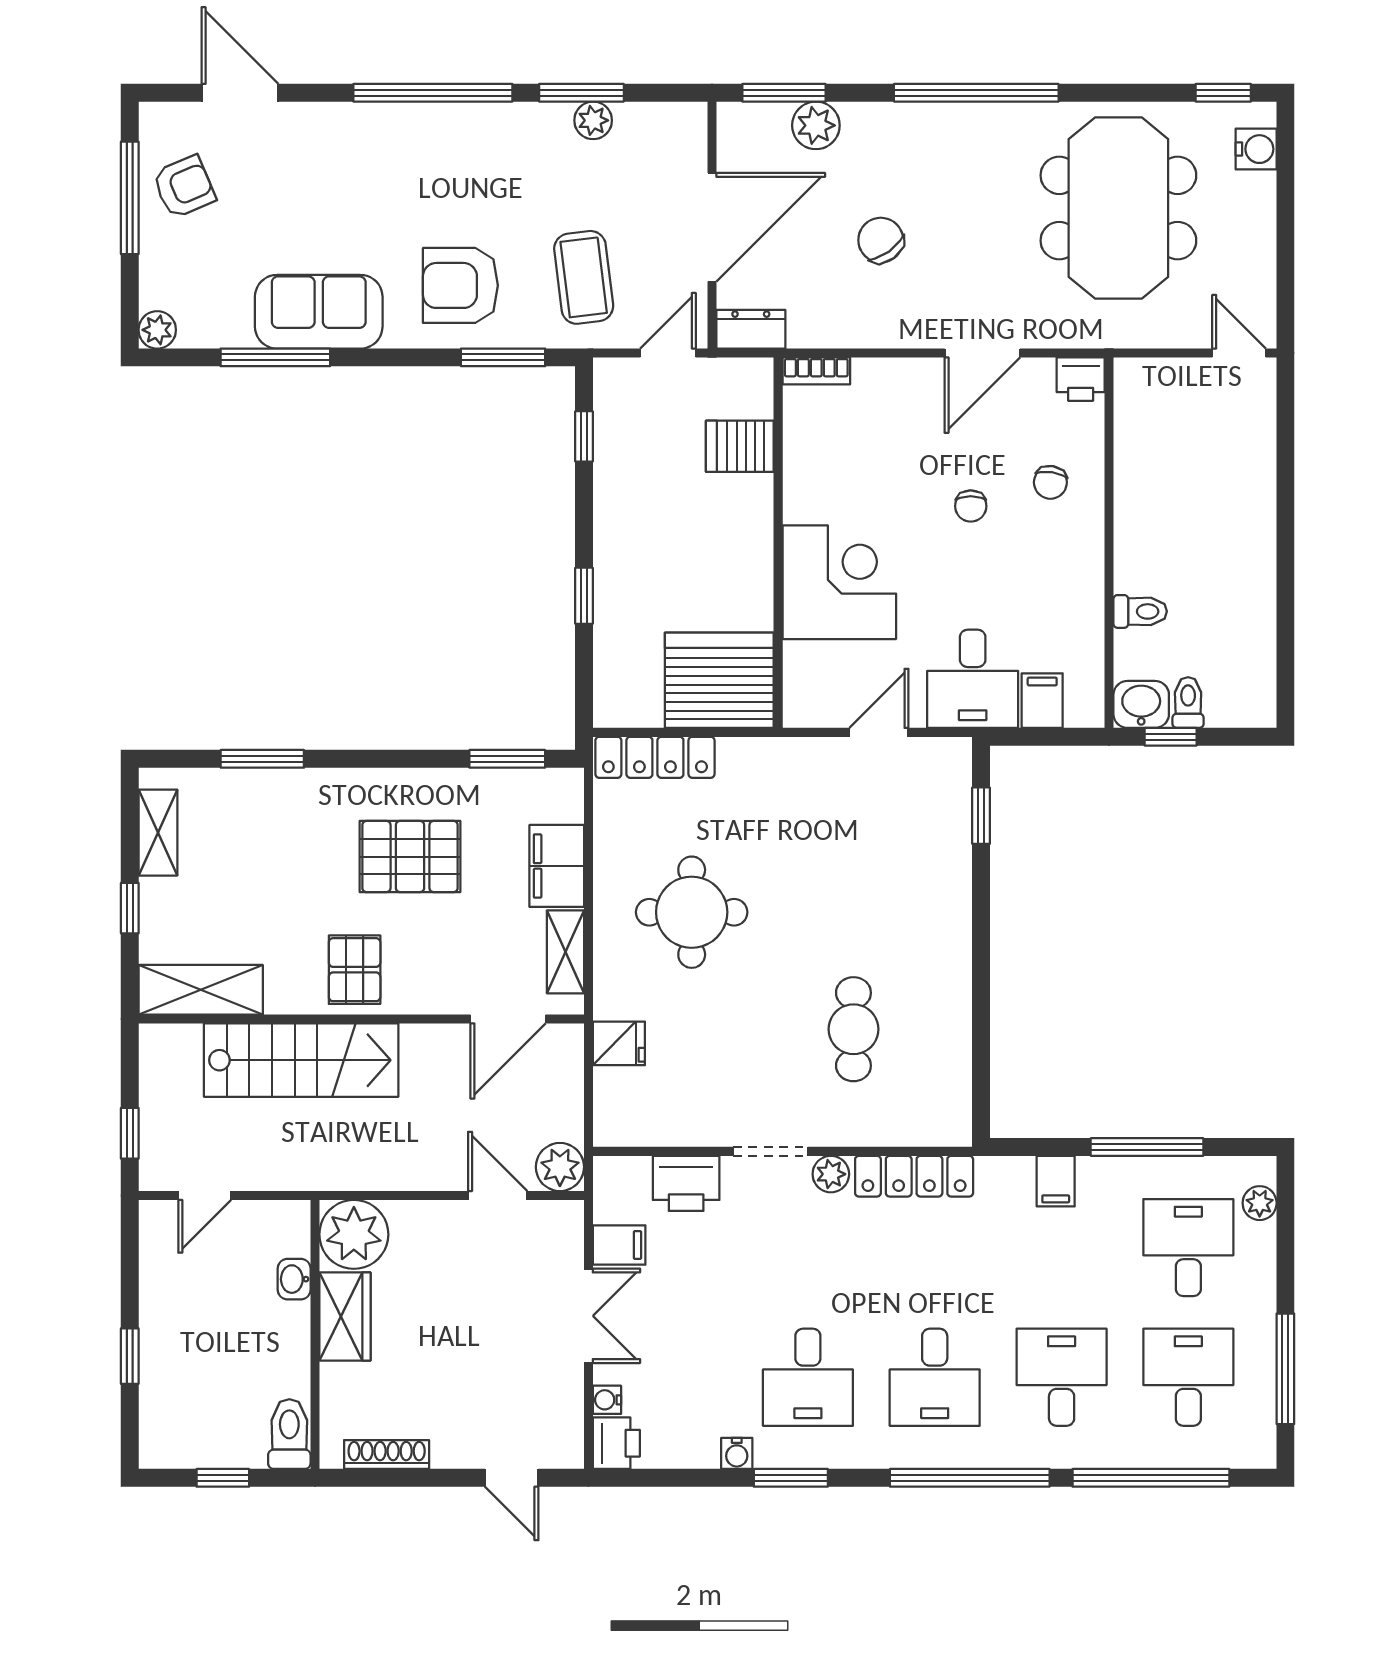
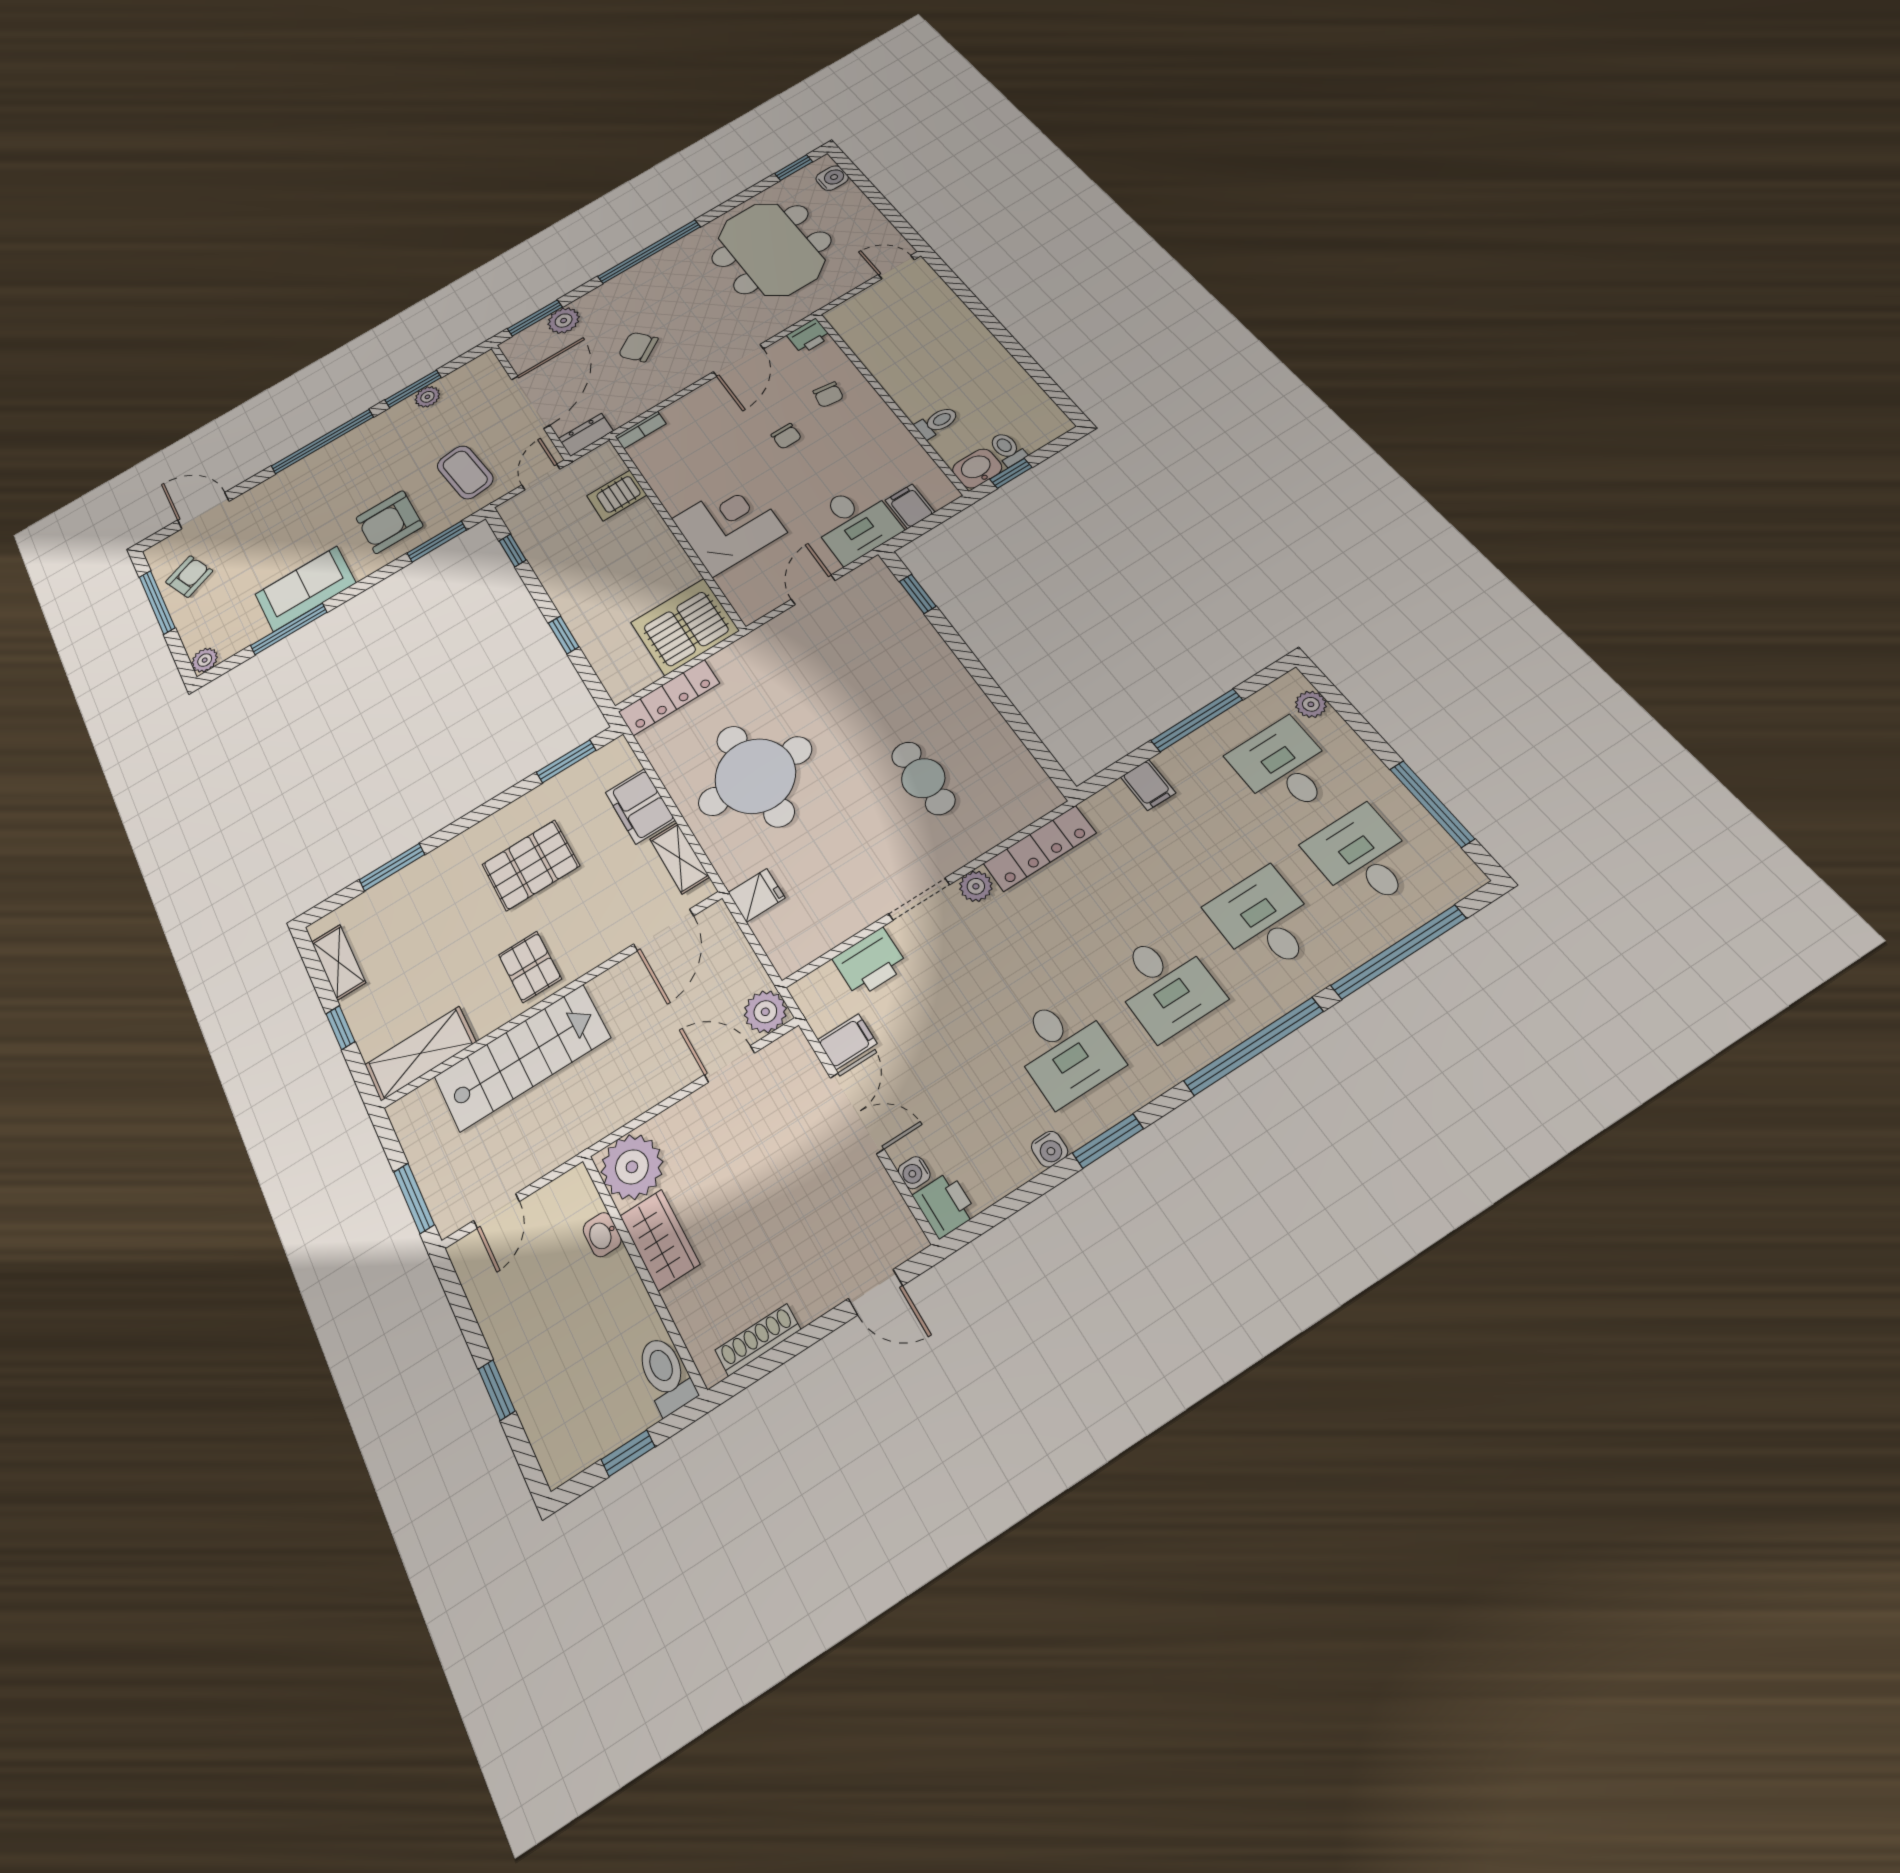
round table: (692, 912) -> (755, 776), width x1.36, depth x1.36
window: (130, 1133) -> (414, 1198), width x1.50

